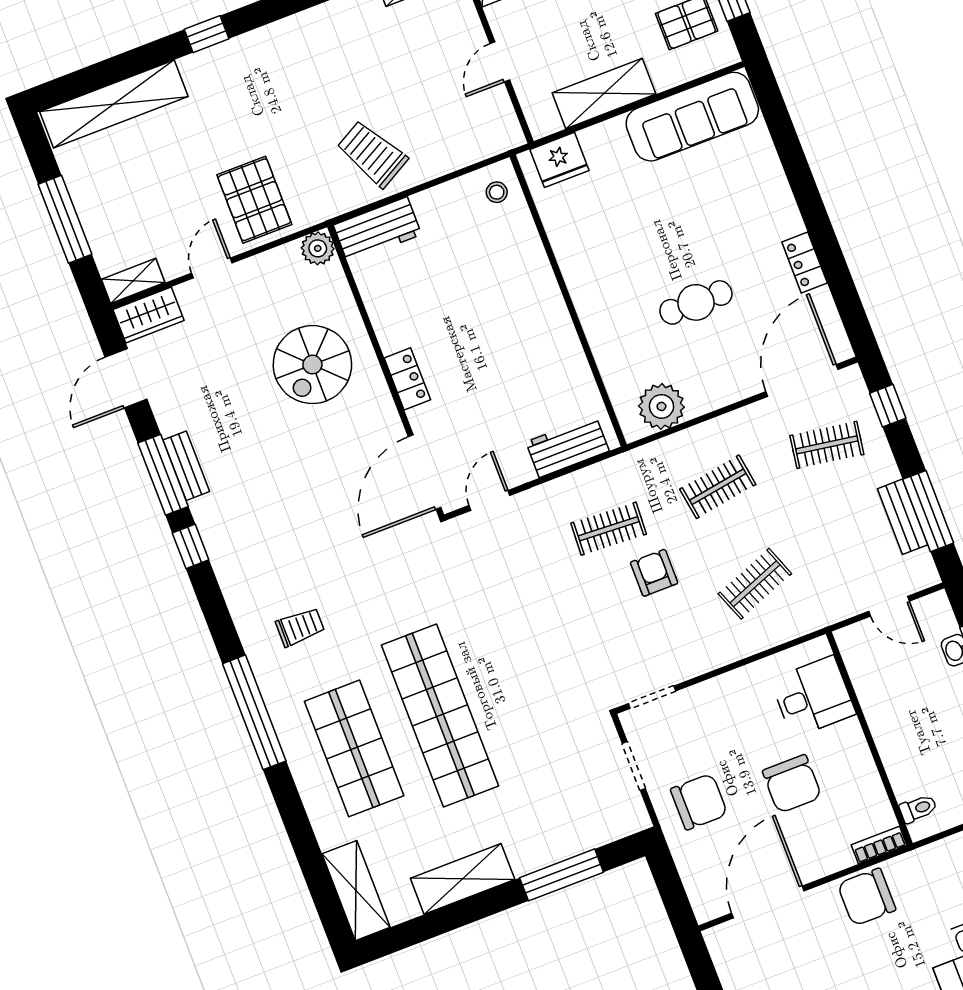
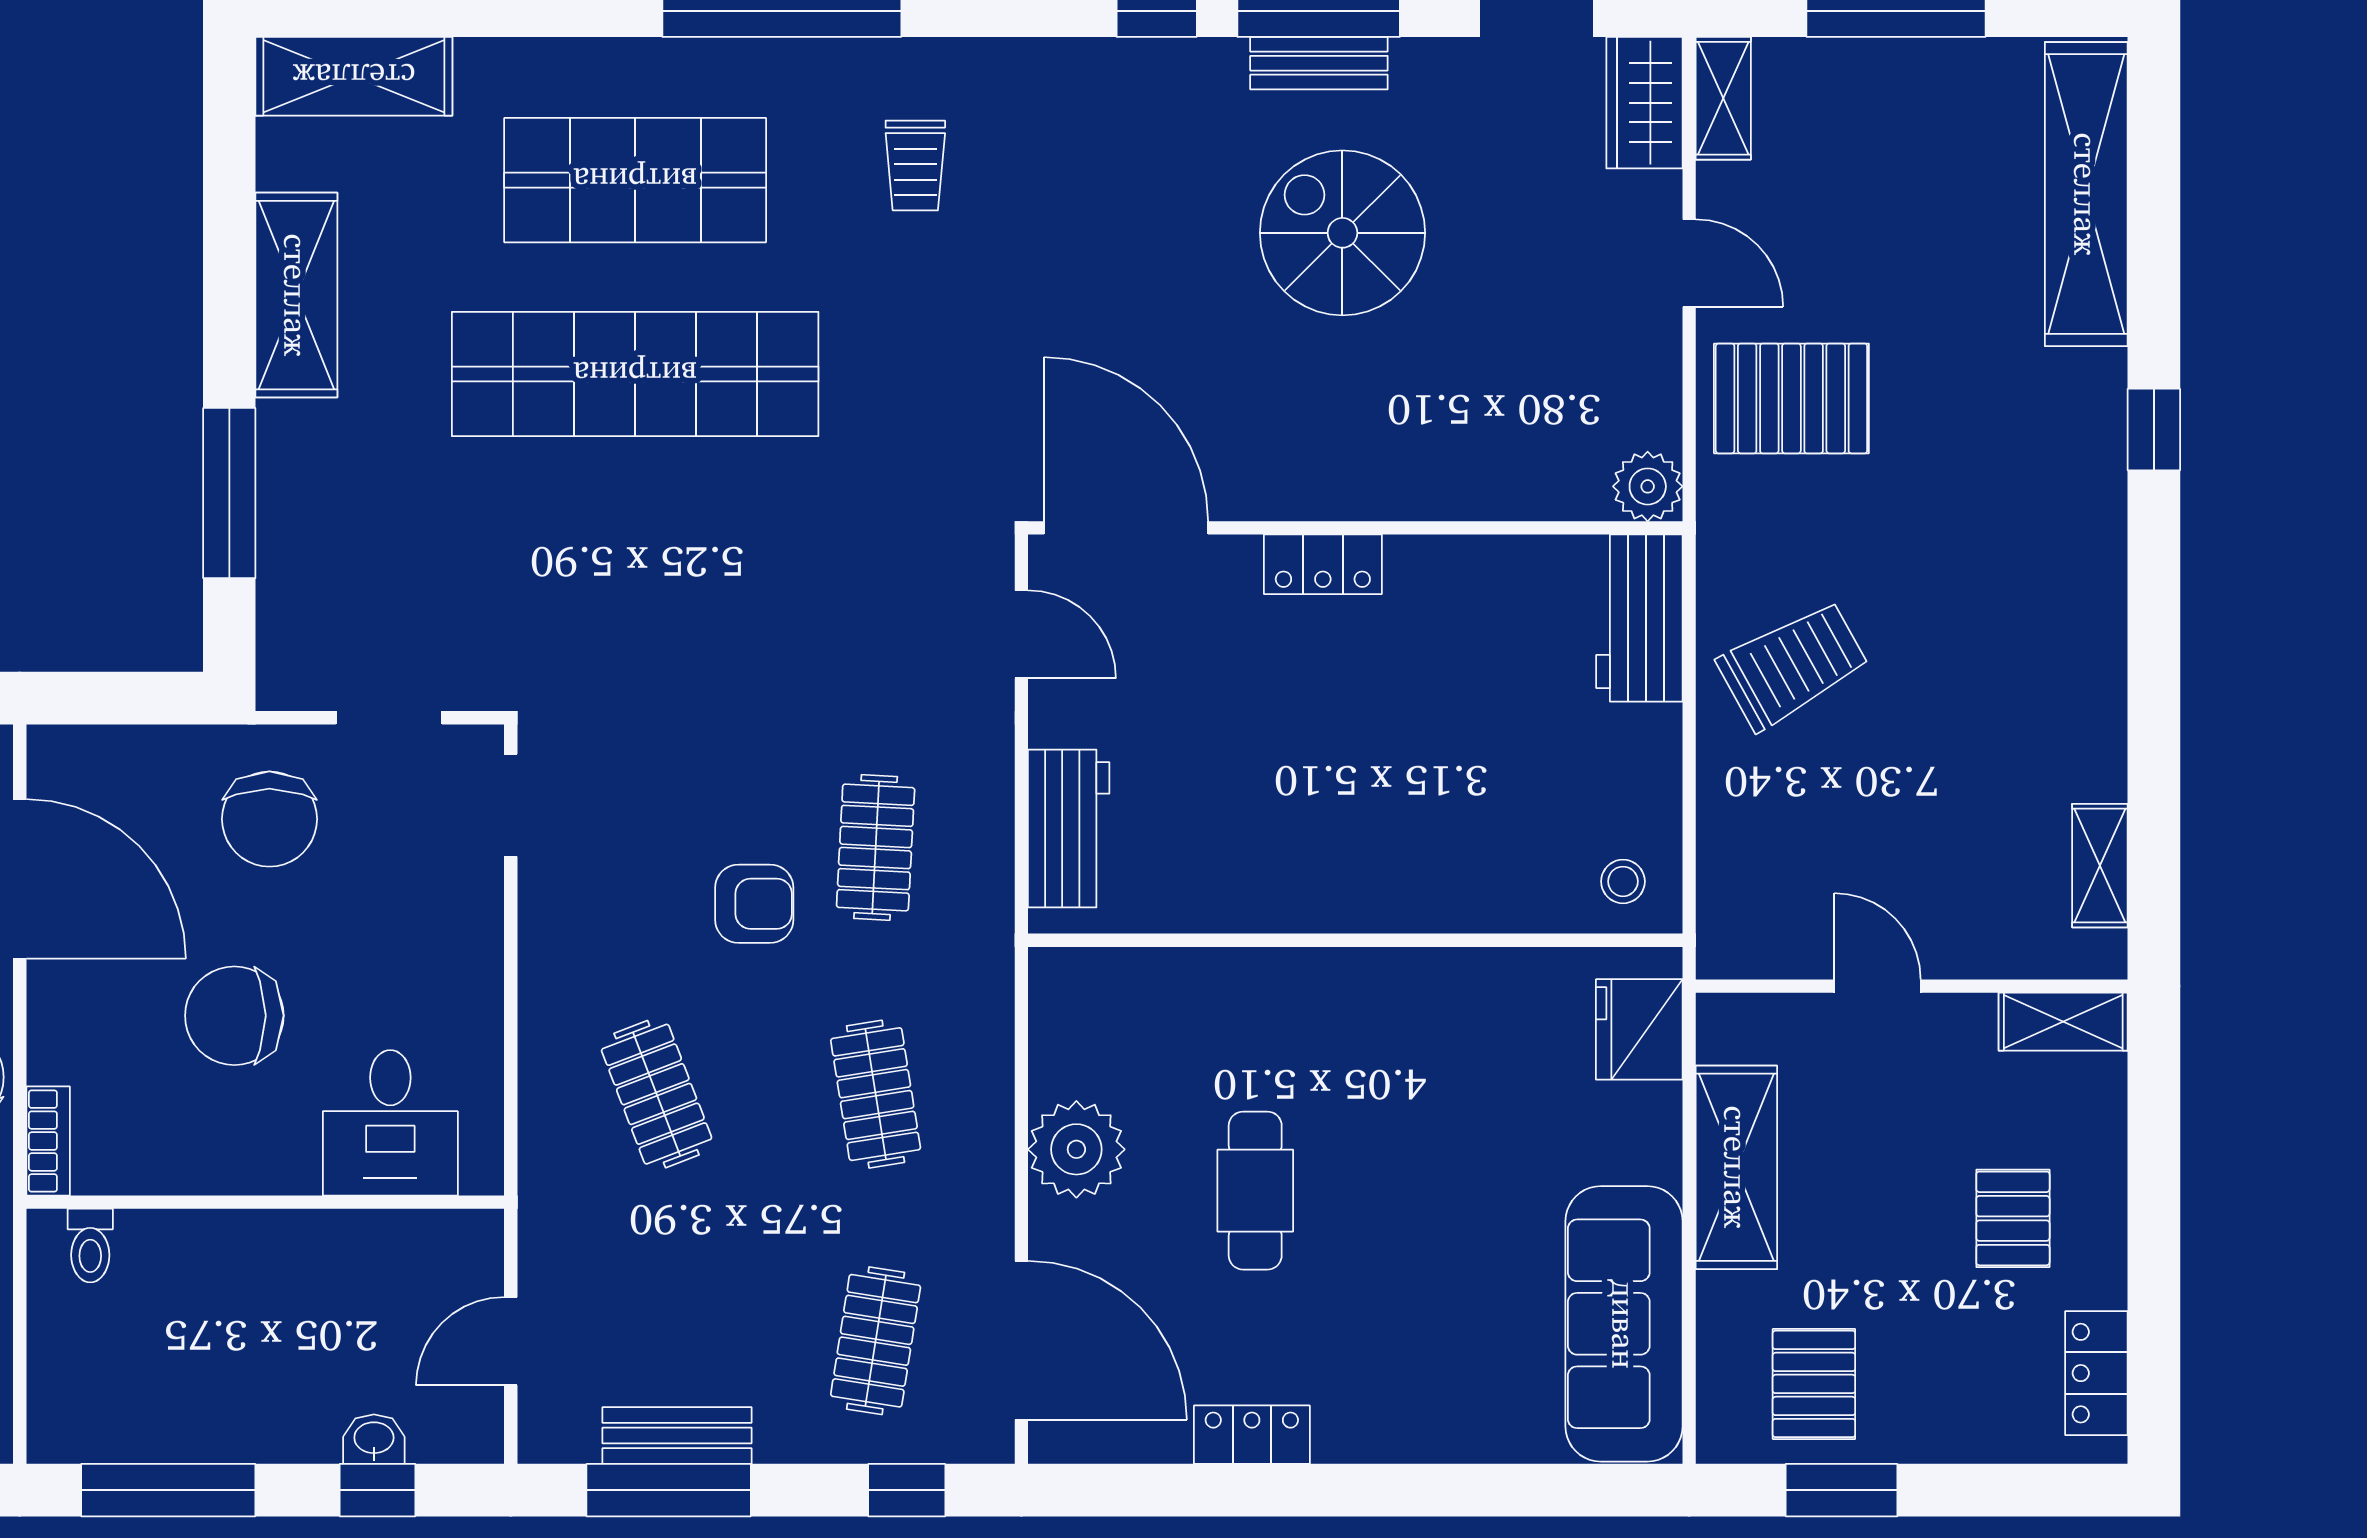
spiral stairs: (312, 365) -> (1342, 233), moved
plant: (661, 406) -> (1076, 1149), moved

